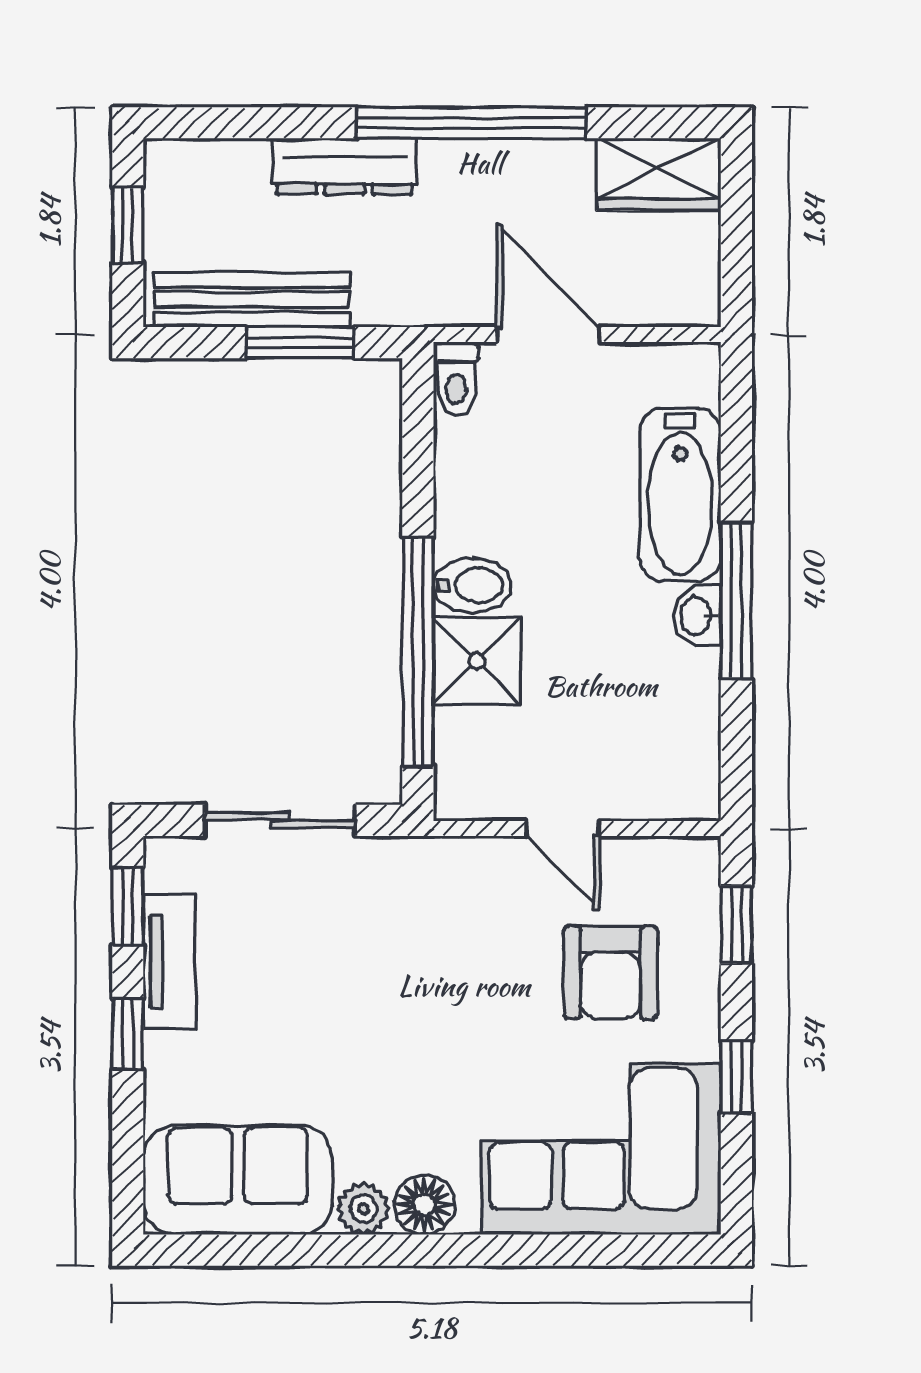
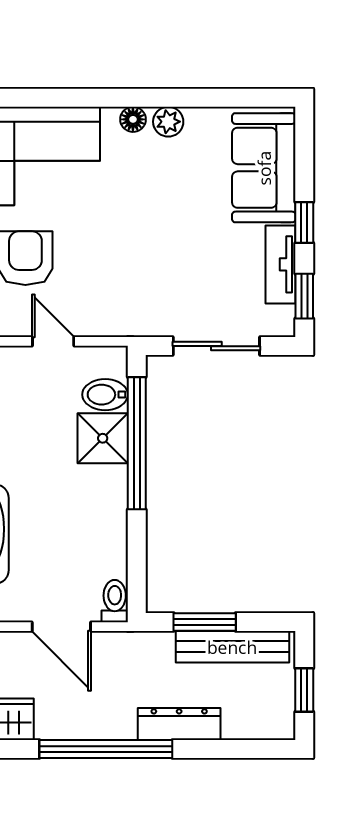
bidet: (473, 585) -> (105, 395), moved
sofa: (238, 1180) -> (264, 168), moved, turned 90
floor lamp: (424, 1205) -> (133, 119), width x0.73, depth x0.73

